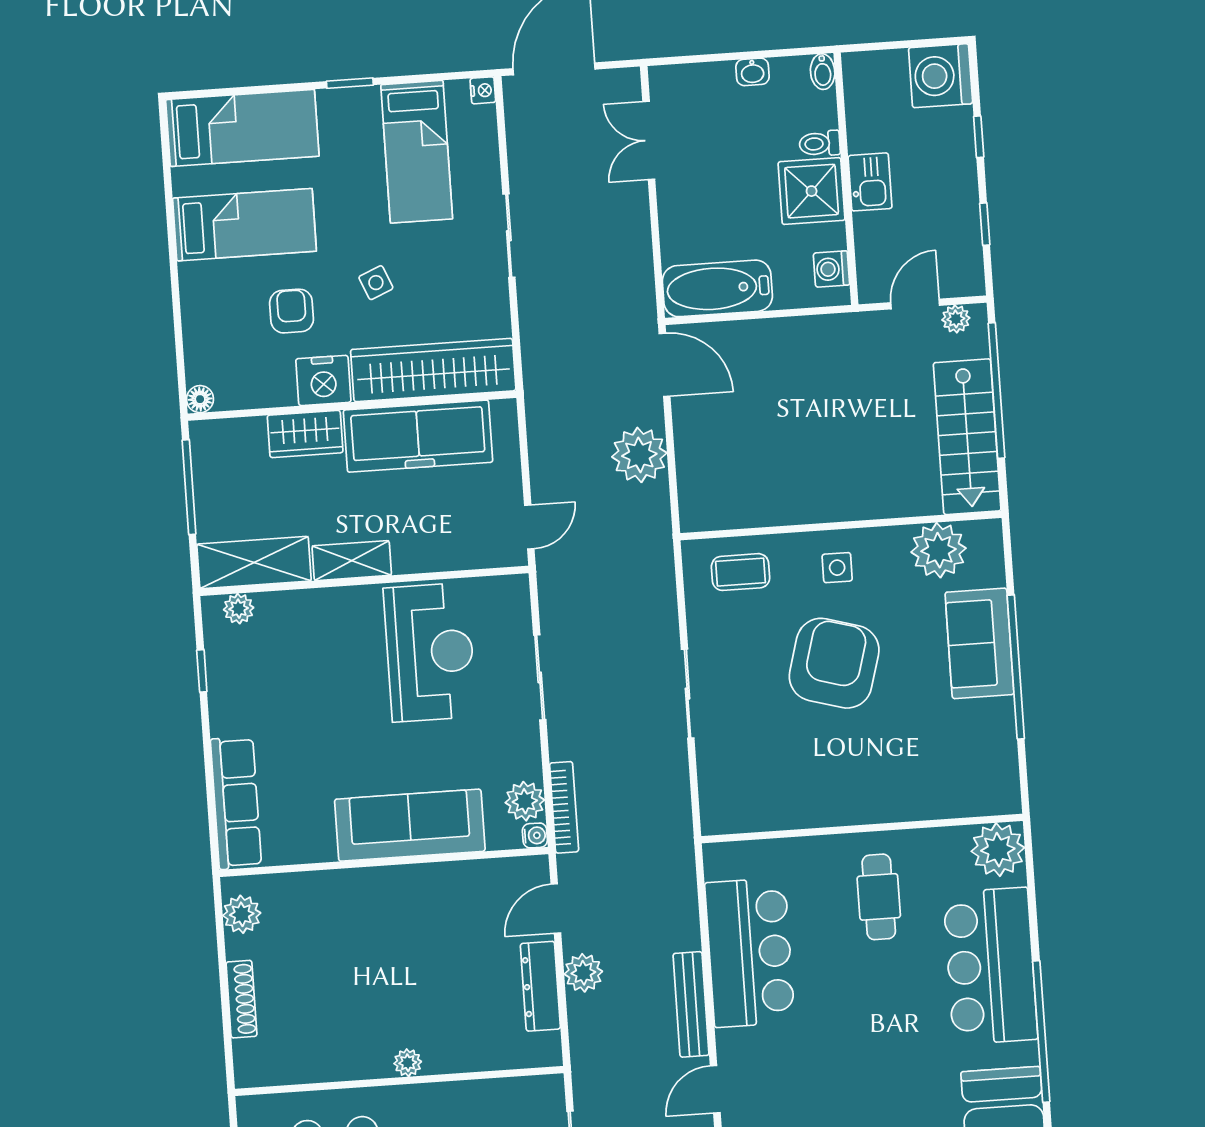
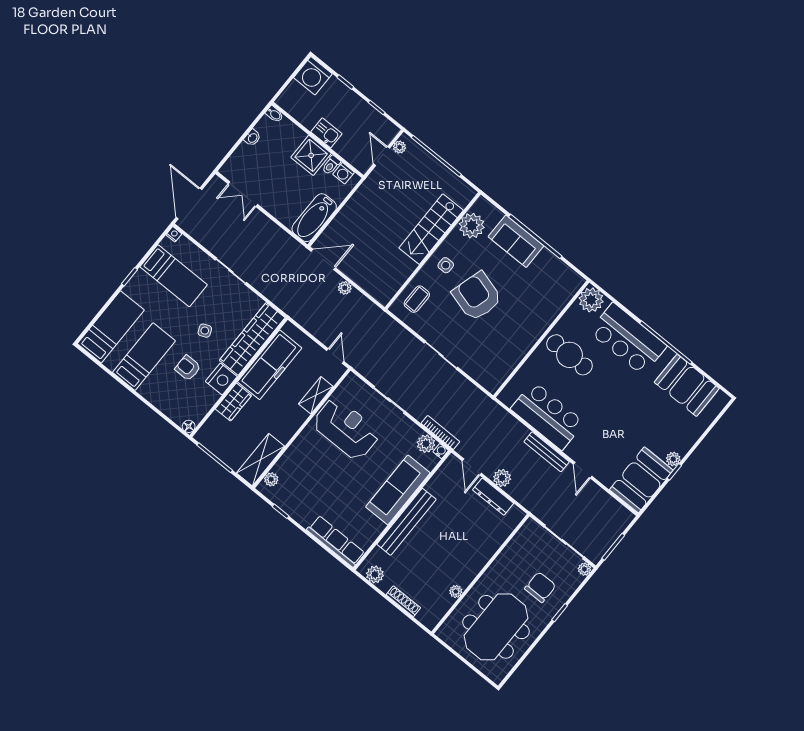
toilet: (820, 144) -> (331, 165), moved
stairs: (967, 437) -> (431, 229), moved, turned 90
plant: (639, 455) -> (345, 288), width x0.53, depth x0.53
shelving: (352, 561) -> (316, 395), moved
bench: (372, 886) -> (406, 522), added
cafe table: (879, 897) -> (569, 355), width x1.37, depth x1.35
plant: (408, 1063) -> (456, 591), moved

